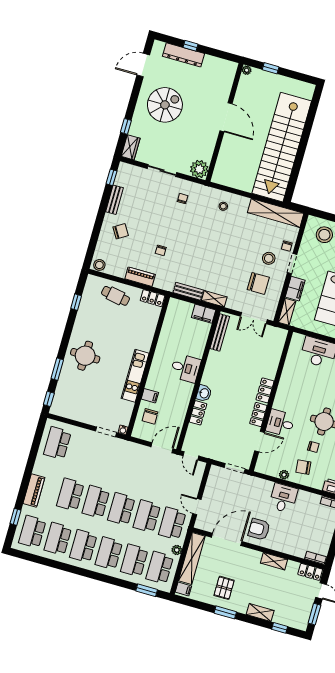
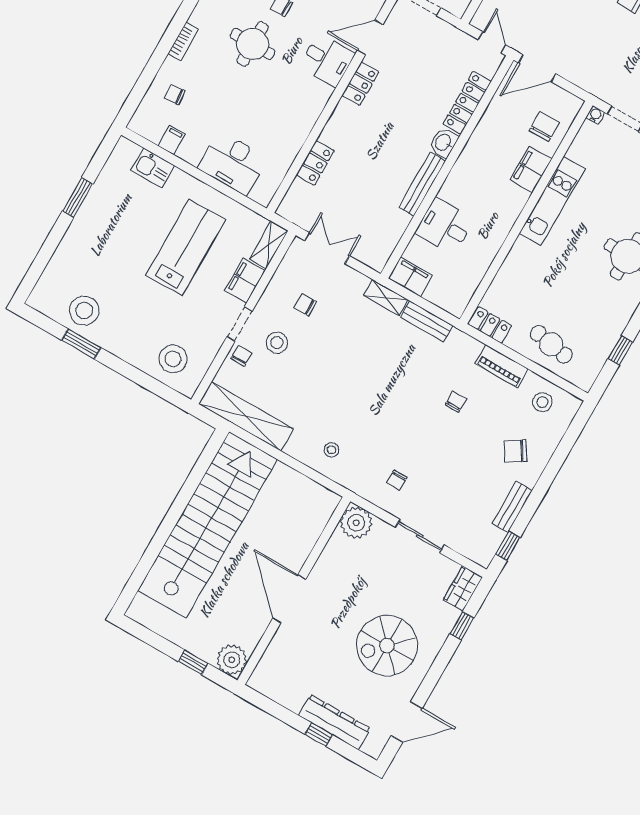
plant: (247, 70) -> (232, 660), width x1.88, depth x1.88
stool: (99, 265) -> (542, 402), moved
chair: (258, 283) -> (305, 305), width x0.54, depth x0.54
bench: (220, 332) -> (422, 184), moved
desk: (185, 368) -> (445, 226), moved
locker: (265, 390) -> (315, 163), moved
filing cabinet: (150, 396) -> (531, 170), width x2.00
locker: (198, 413) -> (467, 103), width x1.53

